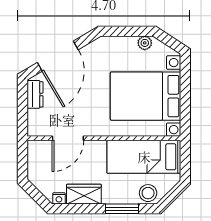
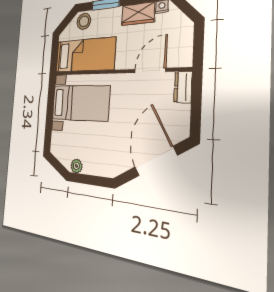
dresser: (35, 94) -> (183, 87), moved
bed with nightstands: (146, 96) -> (80, 103), width x0.73

